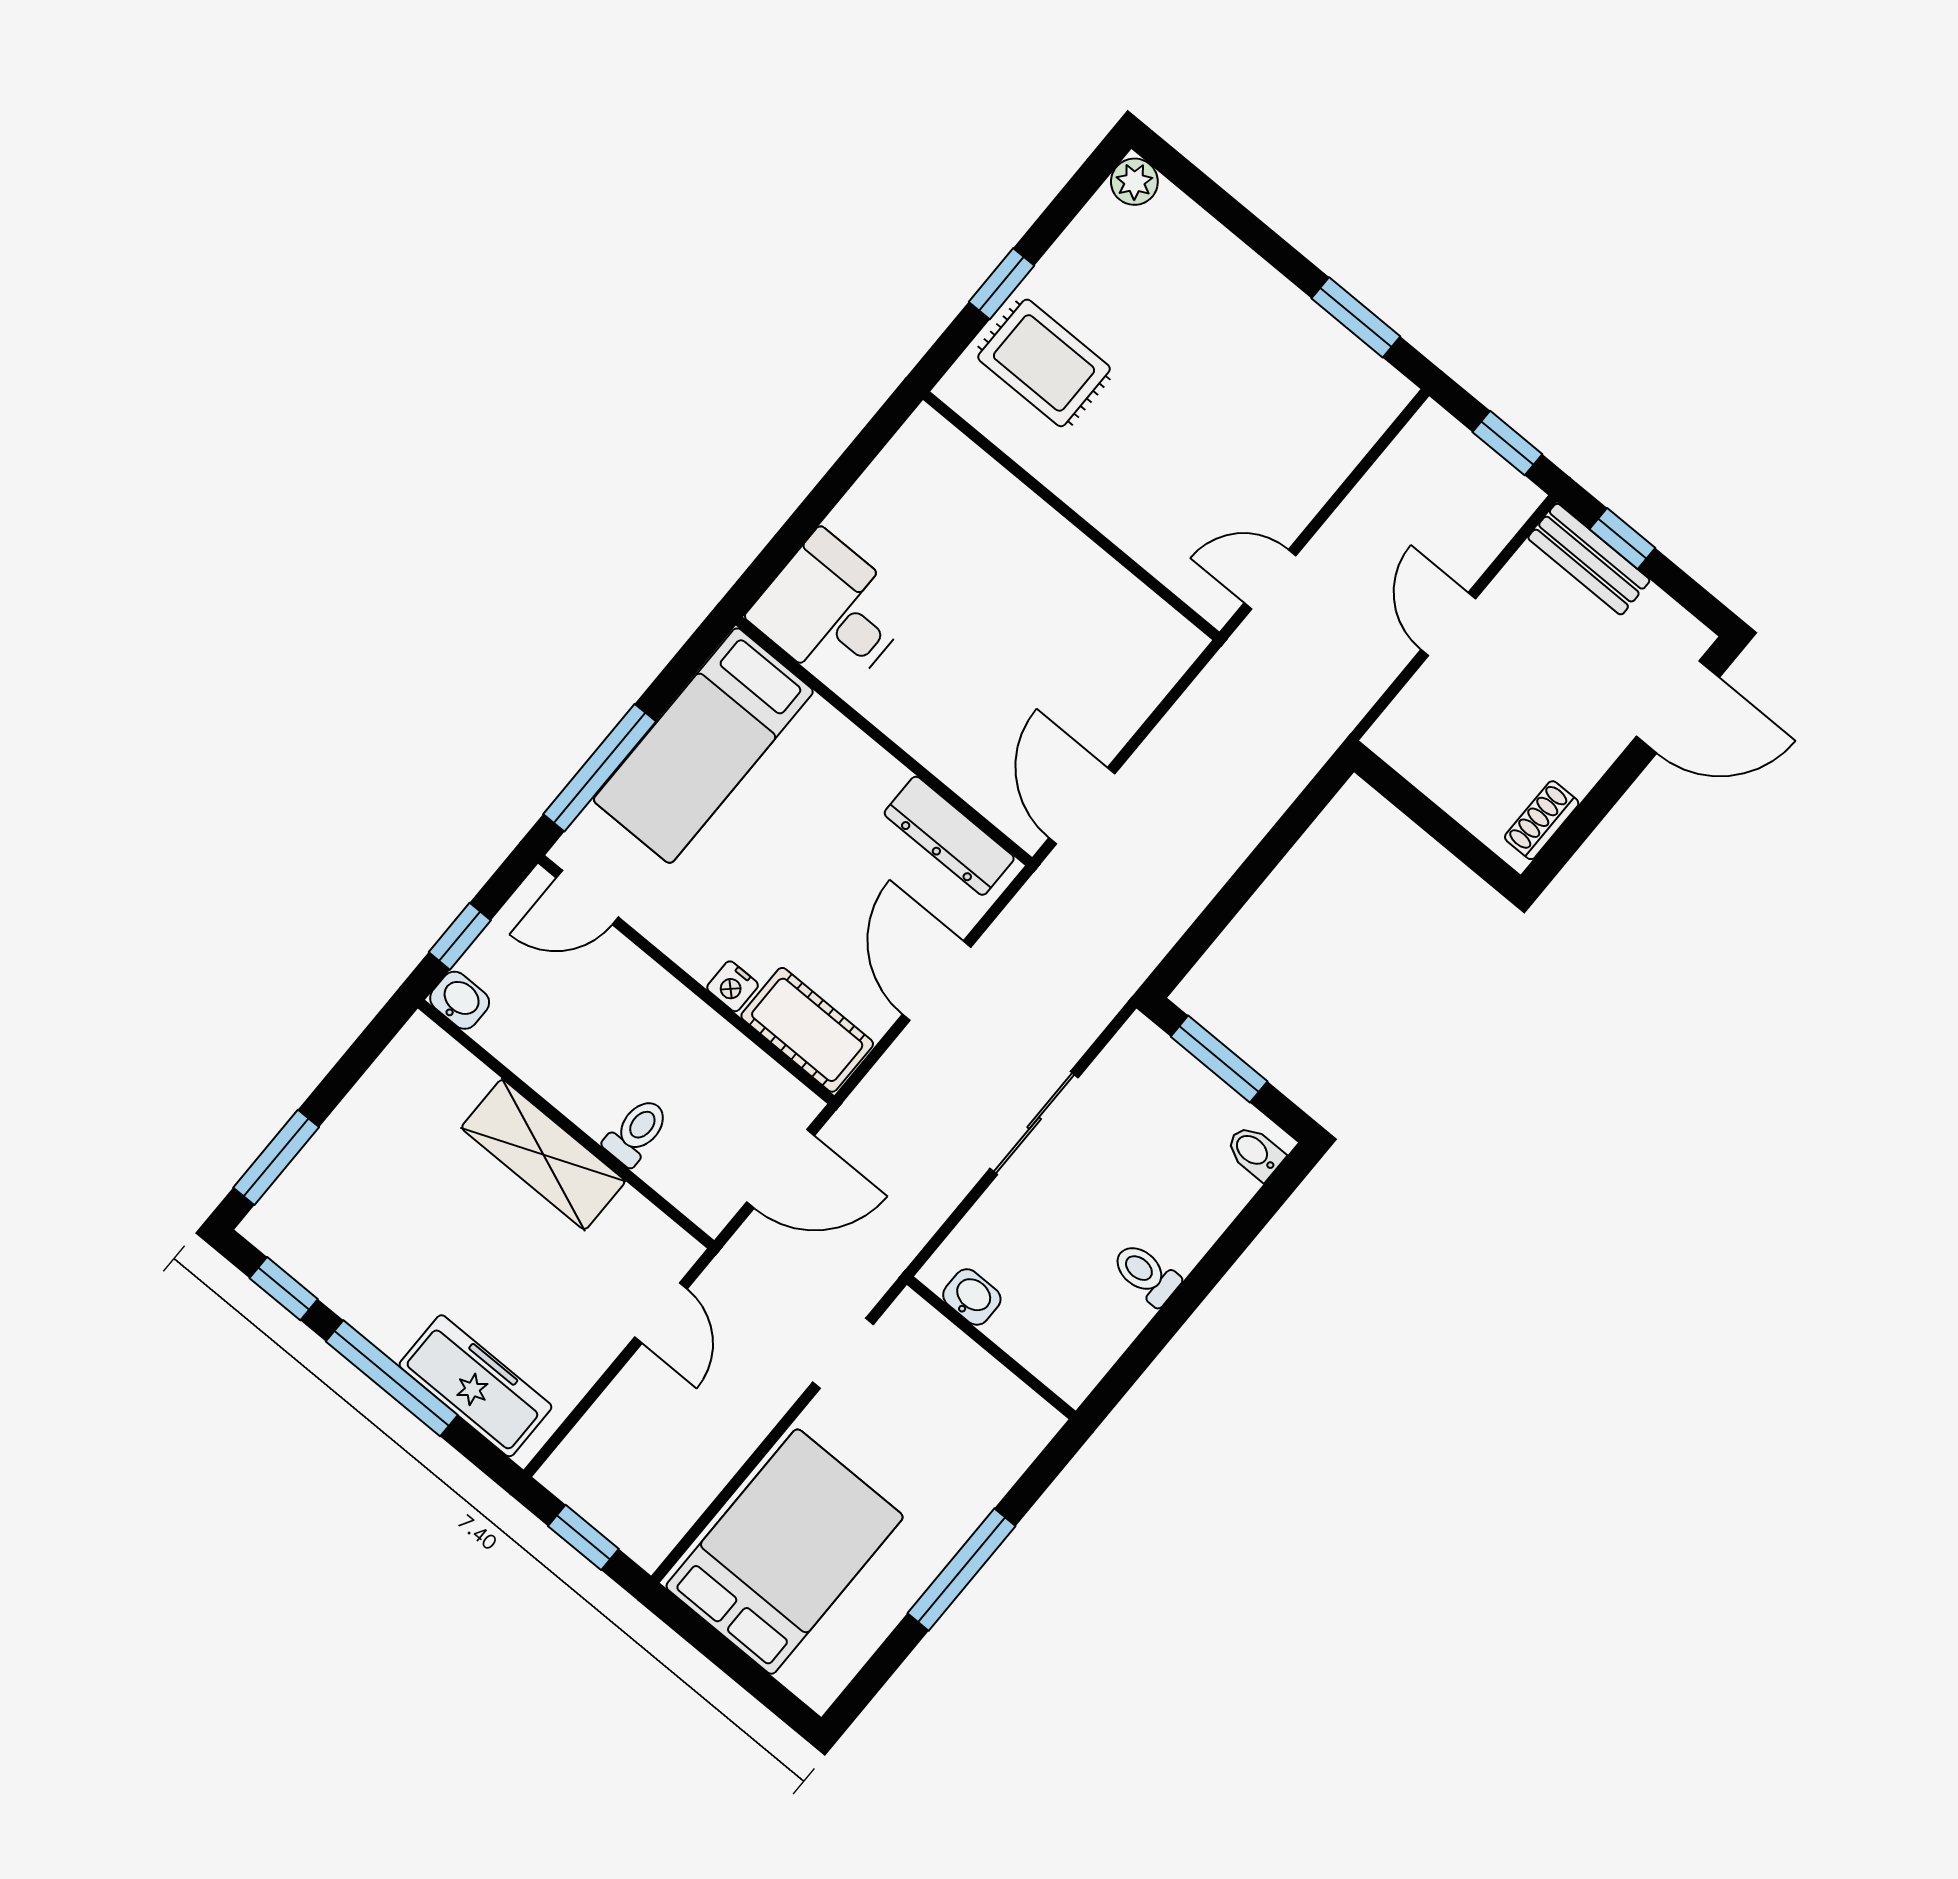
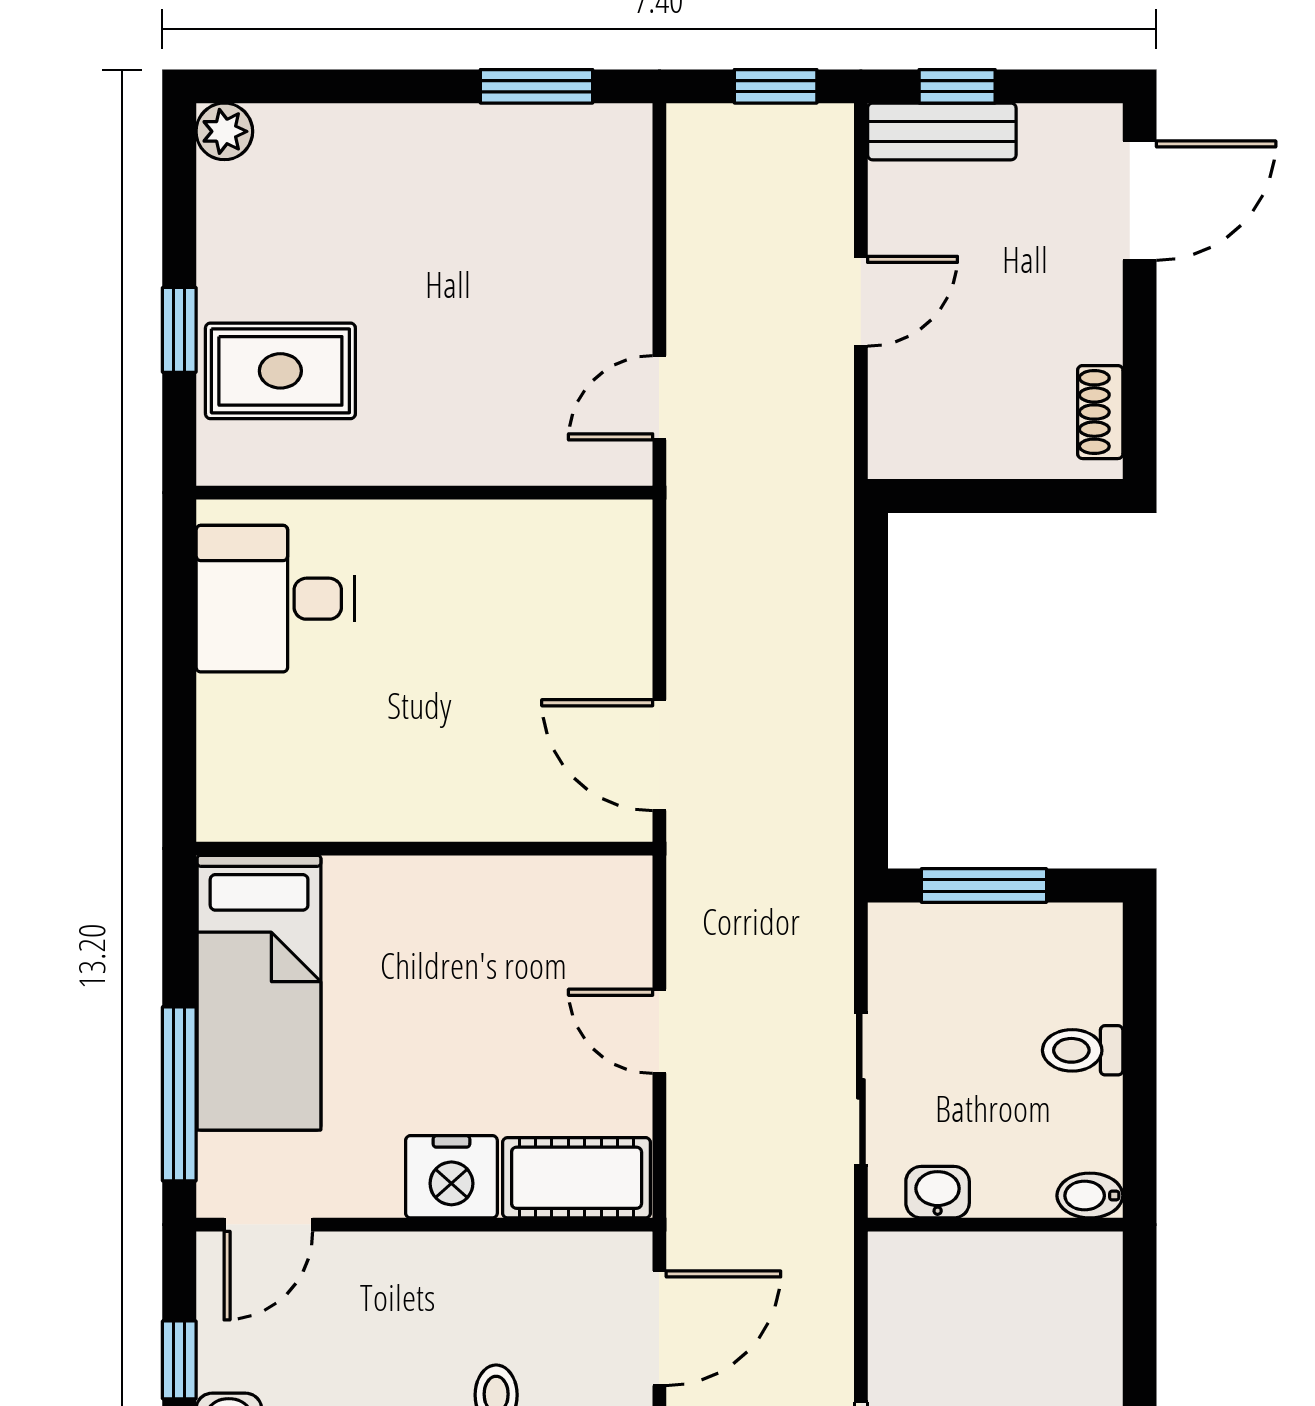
desk: (831, 612) -> (275, 599), moved
door: (1448, 624) -> (861, 301), swing flipped
dresser: (949, 836) -> (559, 886), removed
door: (937, 981) -> (659, 1031), width x0.73
nightstand: (733, 986) -> (451, 1177), width x1.89, depth x1.79
bidet: (1255, 1152) -> (1090, 1196), moved
toilet: (1146, 1274) -> (1083, 1050), moved
washbasin: (972, 1297) -> (938, 1192), moved
wall: (991, 1348) -> (995, 1225), moved

